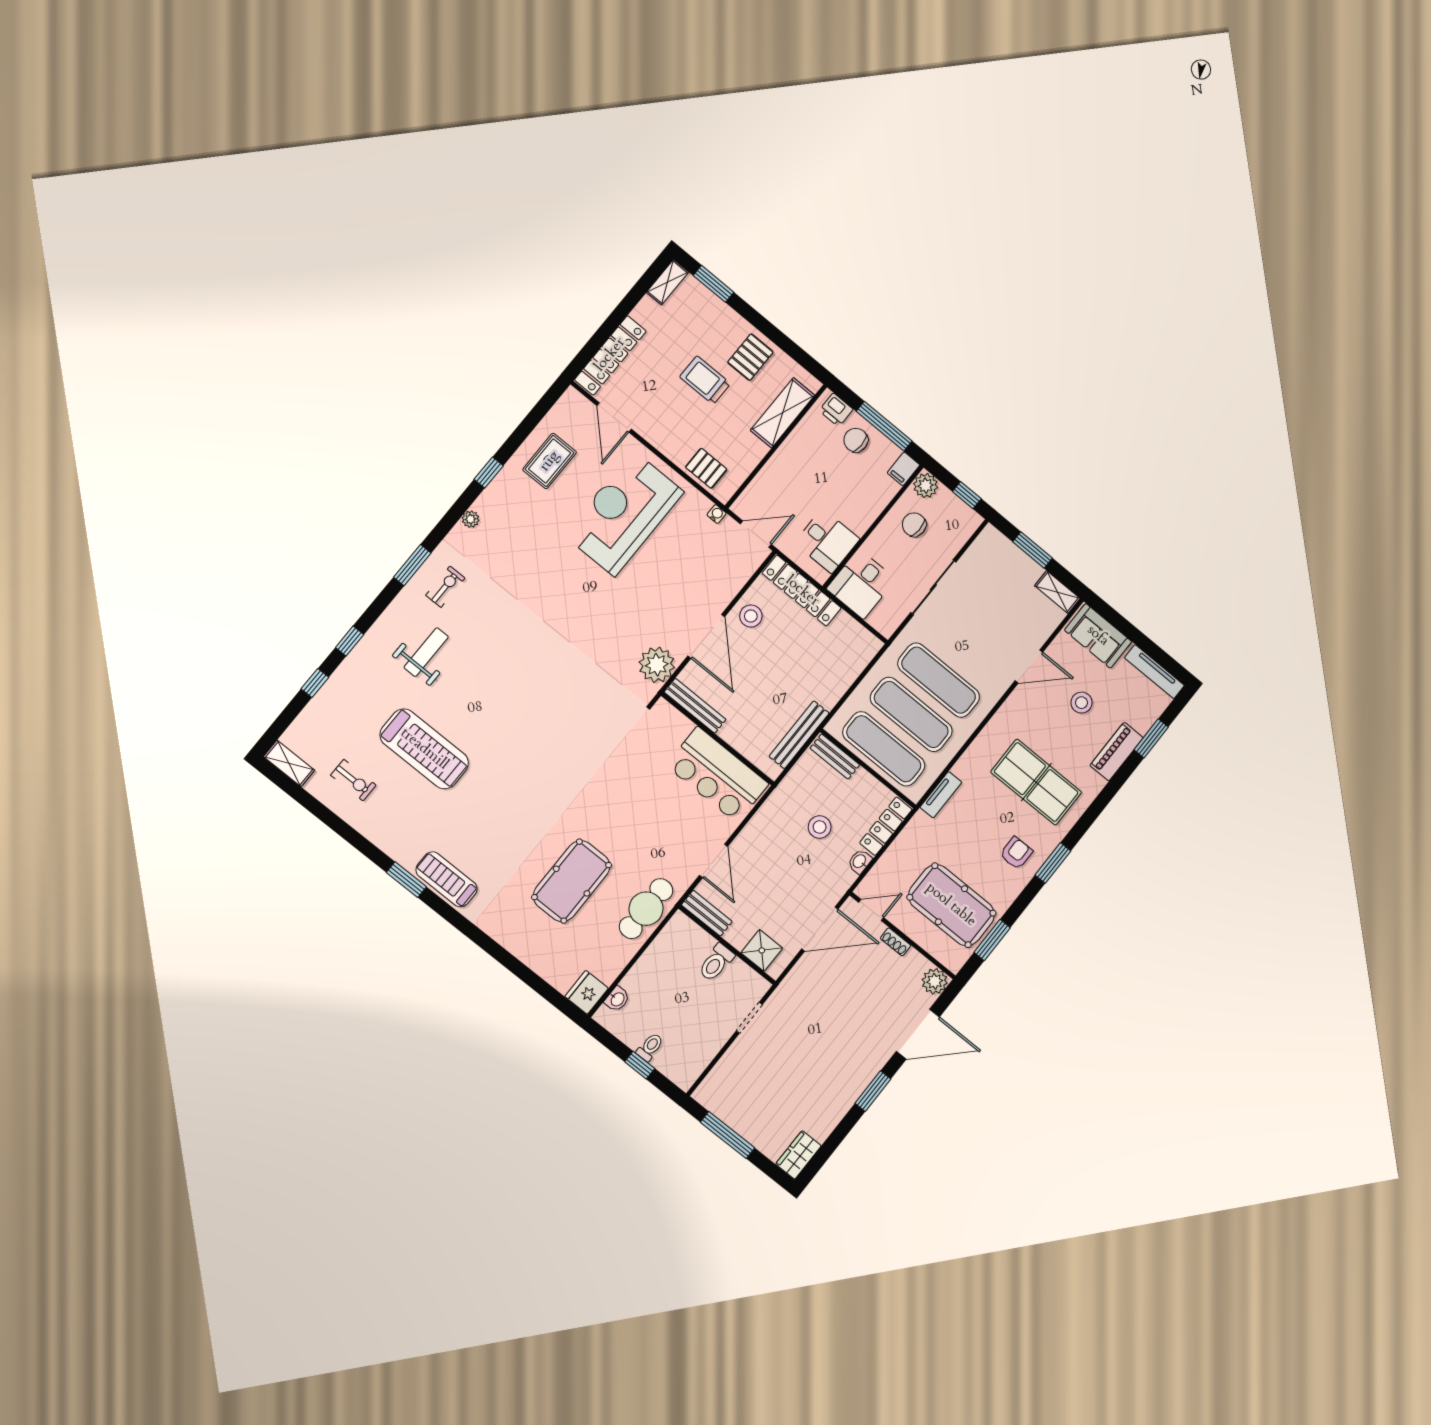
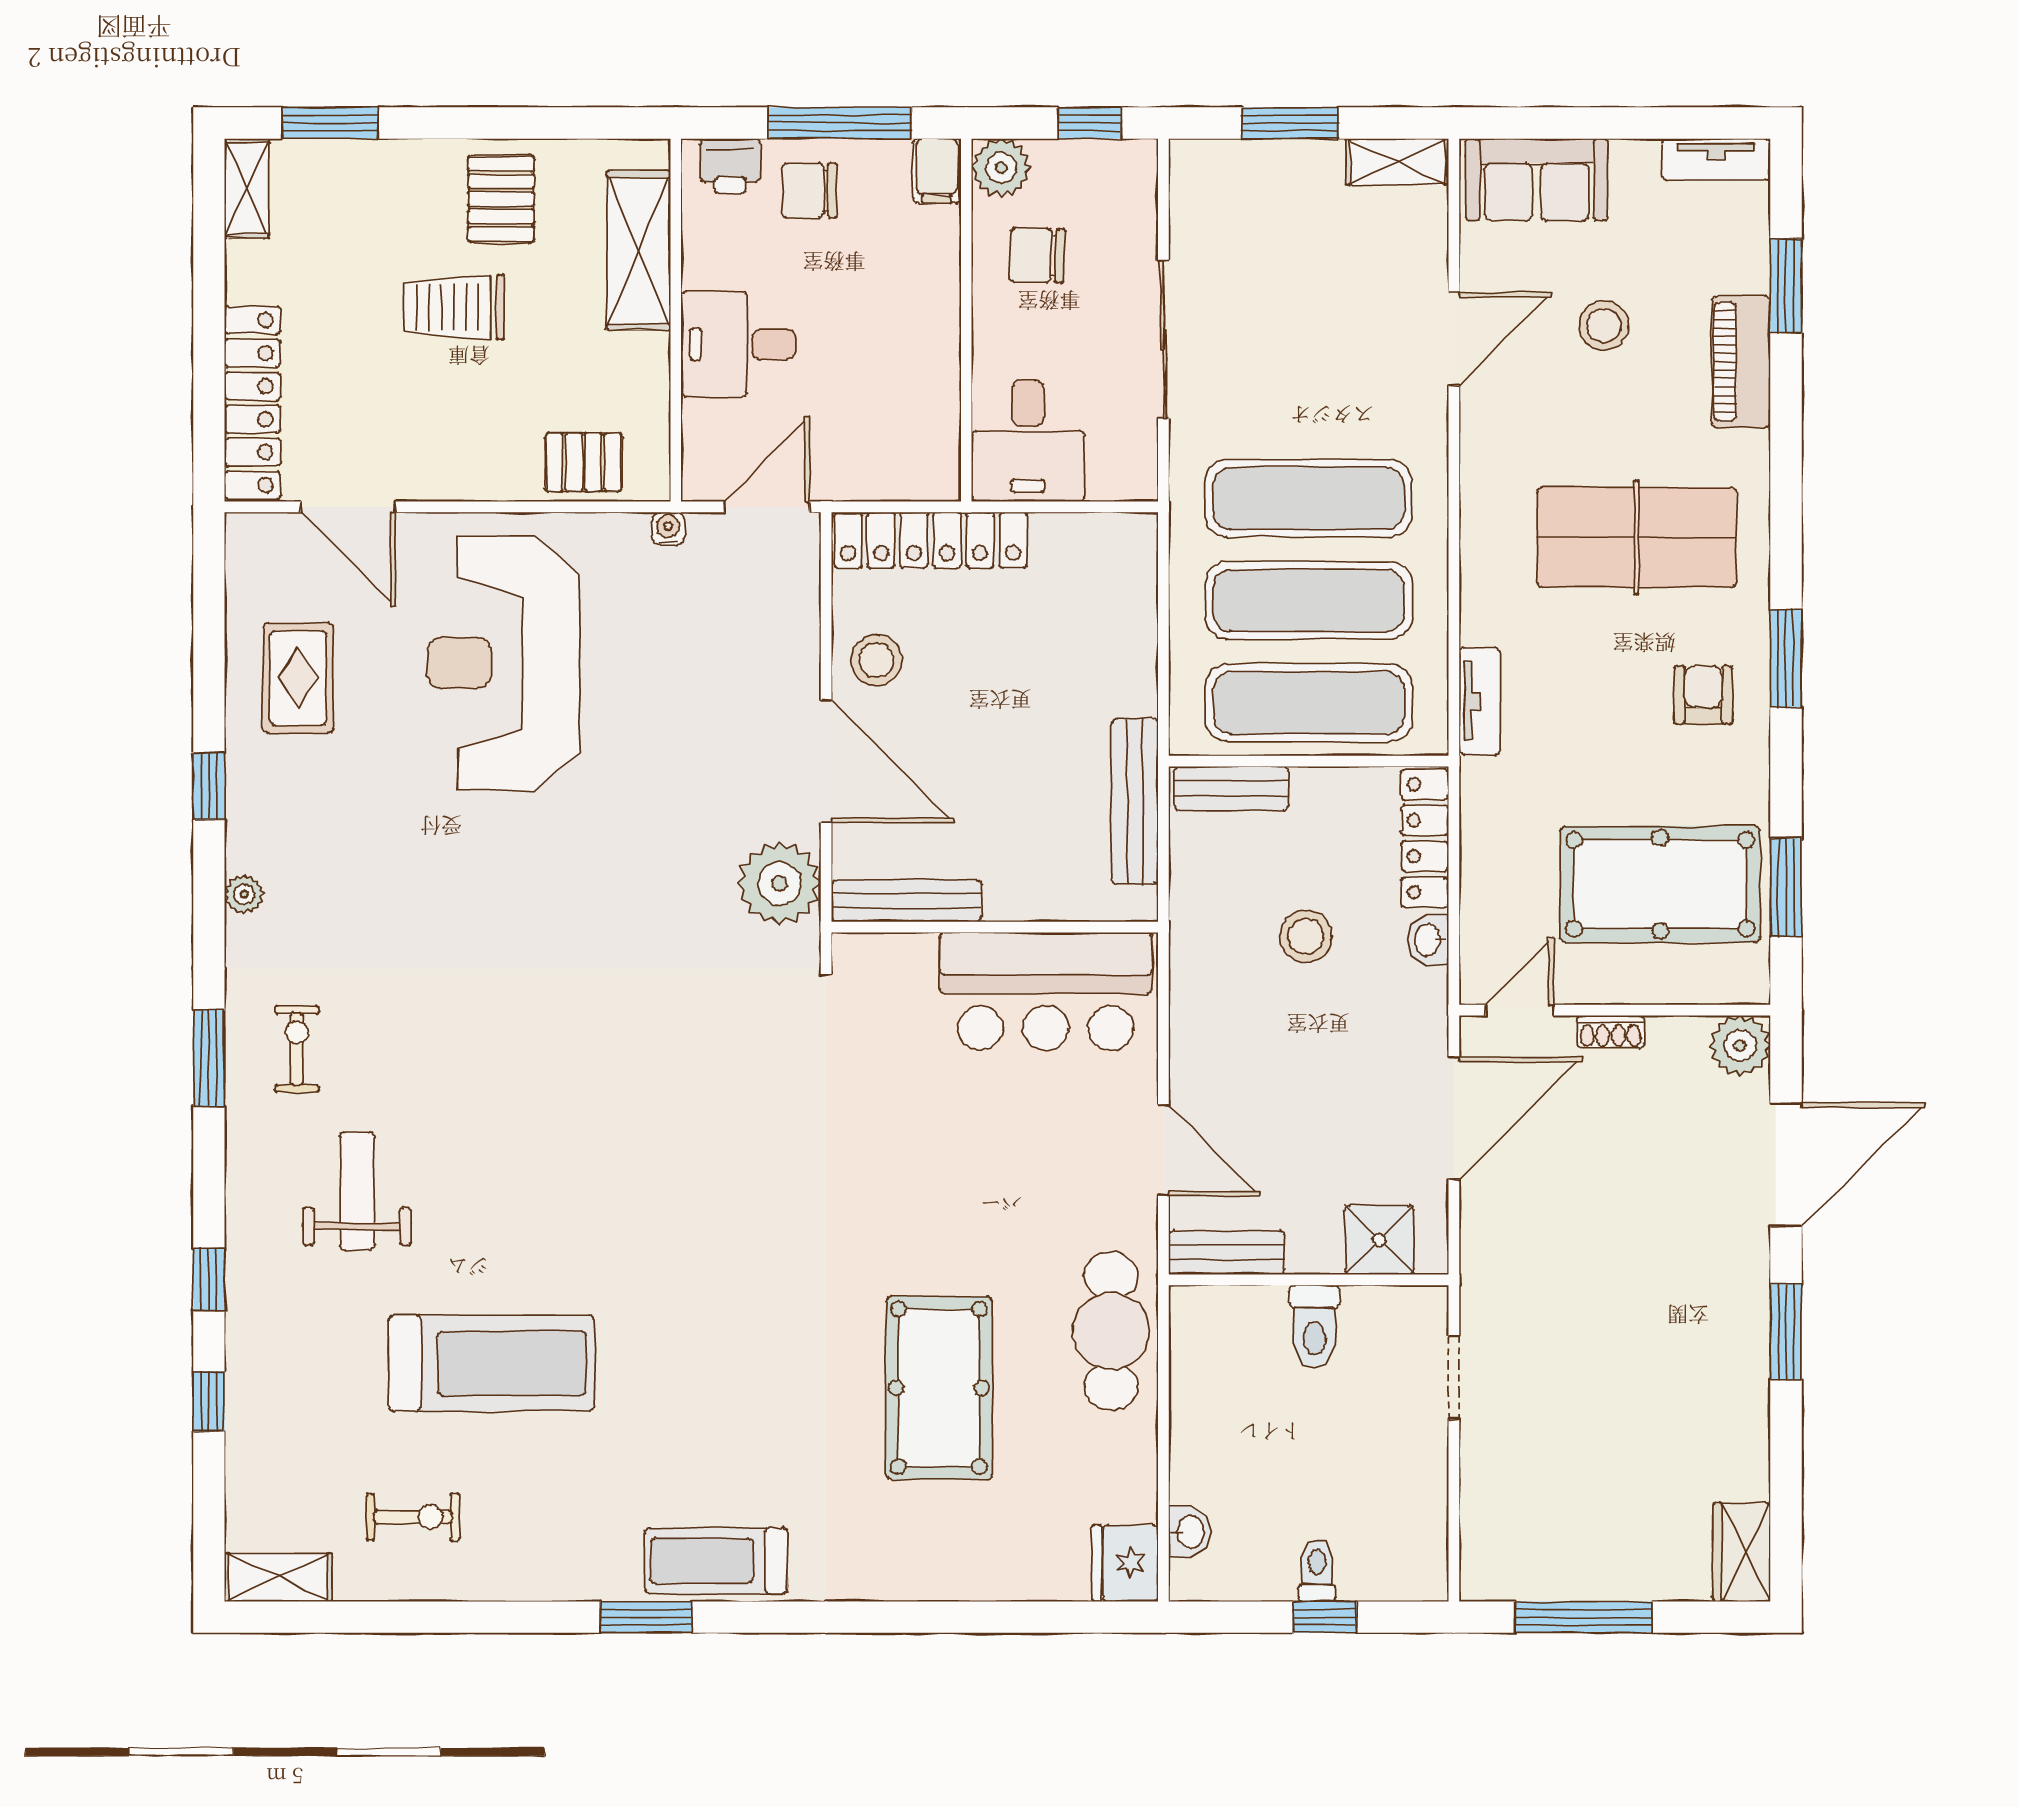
desk: (827, 541) -> (738, 344), moved, turned 180
tv unit: (1154, 672) -> (1716, 159), width x0.71

